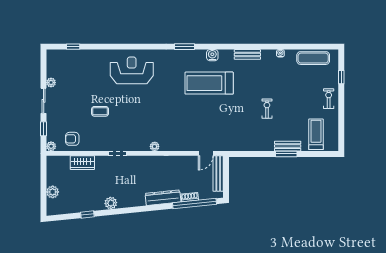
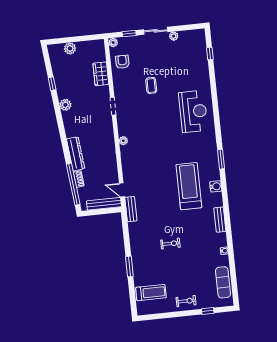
bench: (288, 146) -> (131, 209), moved

